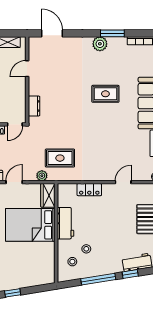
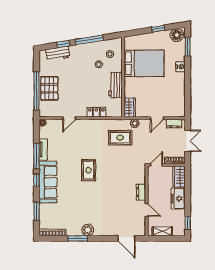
door: (27, 69) -> (147, 210), hinge flipped
rug: (105, 94) -> (88, 170), moved, turned 90
dresser: (34, 106) -> (141, 192), moved
bed: (30, 225) -> (144, 63), moved

